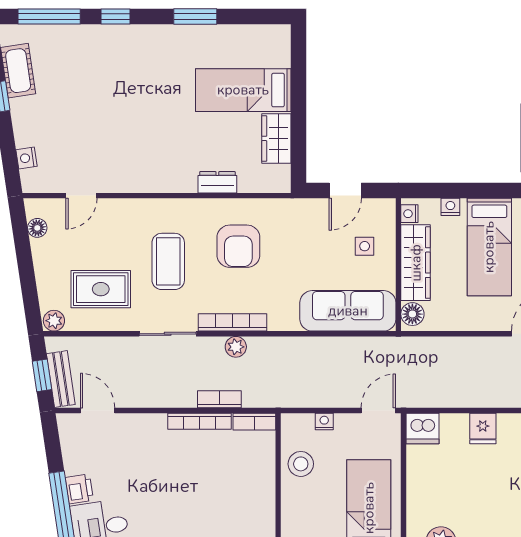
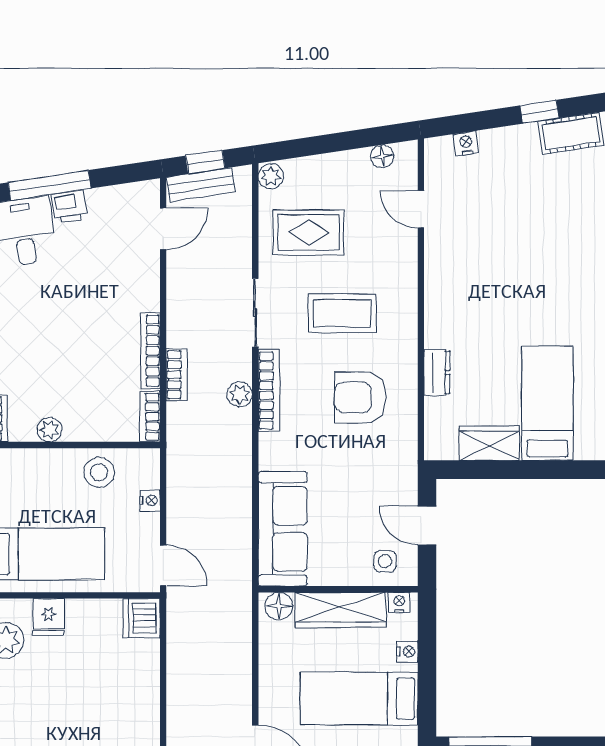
side table: (365, 246) -> (385, 561), moved
rug: (101, 289) -> (309, 232), turned 90
fridge: (483, 429) -> (49, 617), moved, turned -90
plant: (265, 505) -> (49, 430), added

